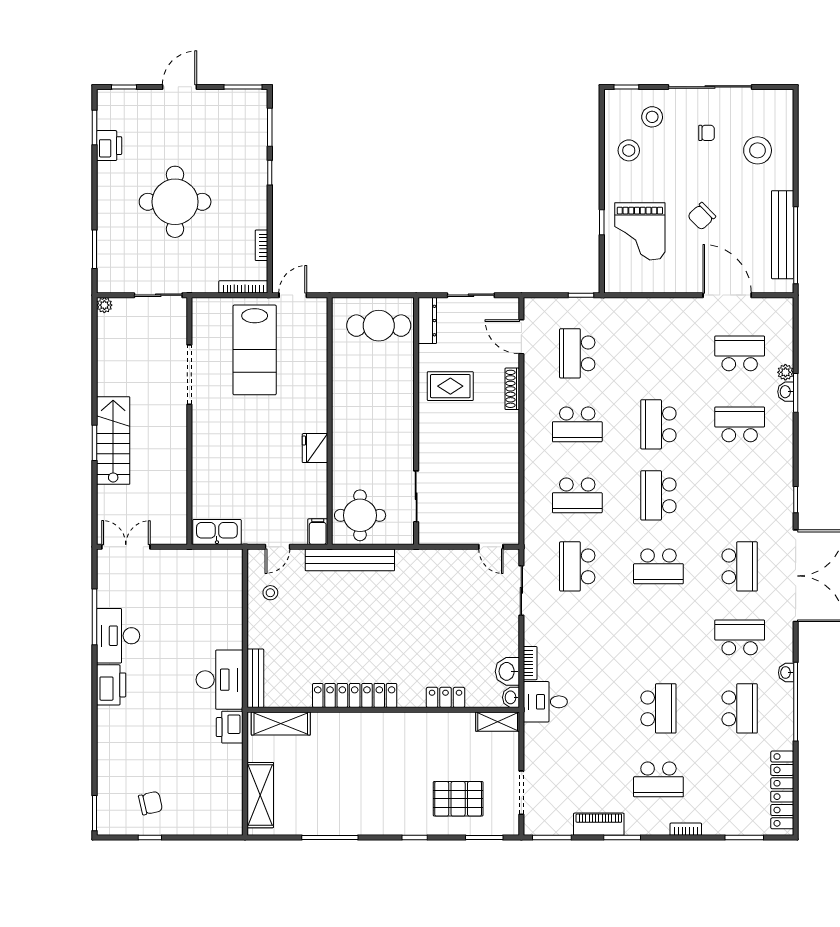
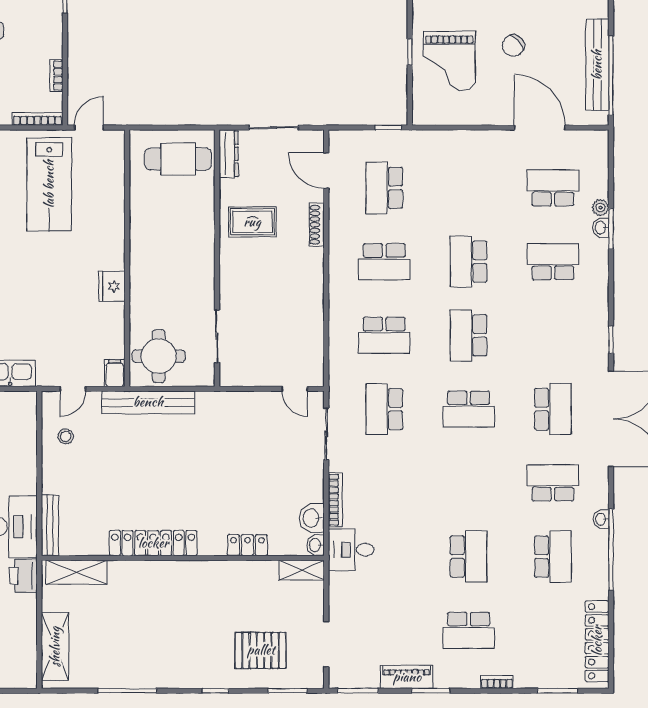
bookcase: (530, 663) -> (335, 500), width x1.56

